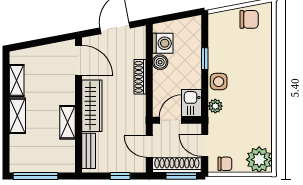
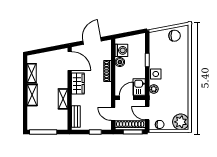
wardrobe: (92, 106) -> (78, 84), width x0.67

